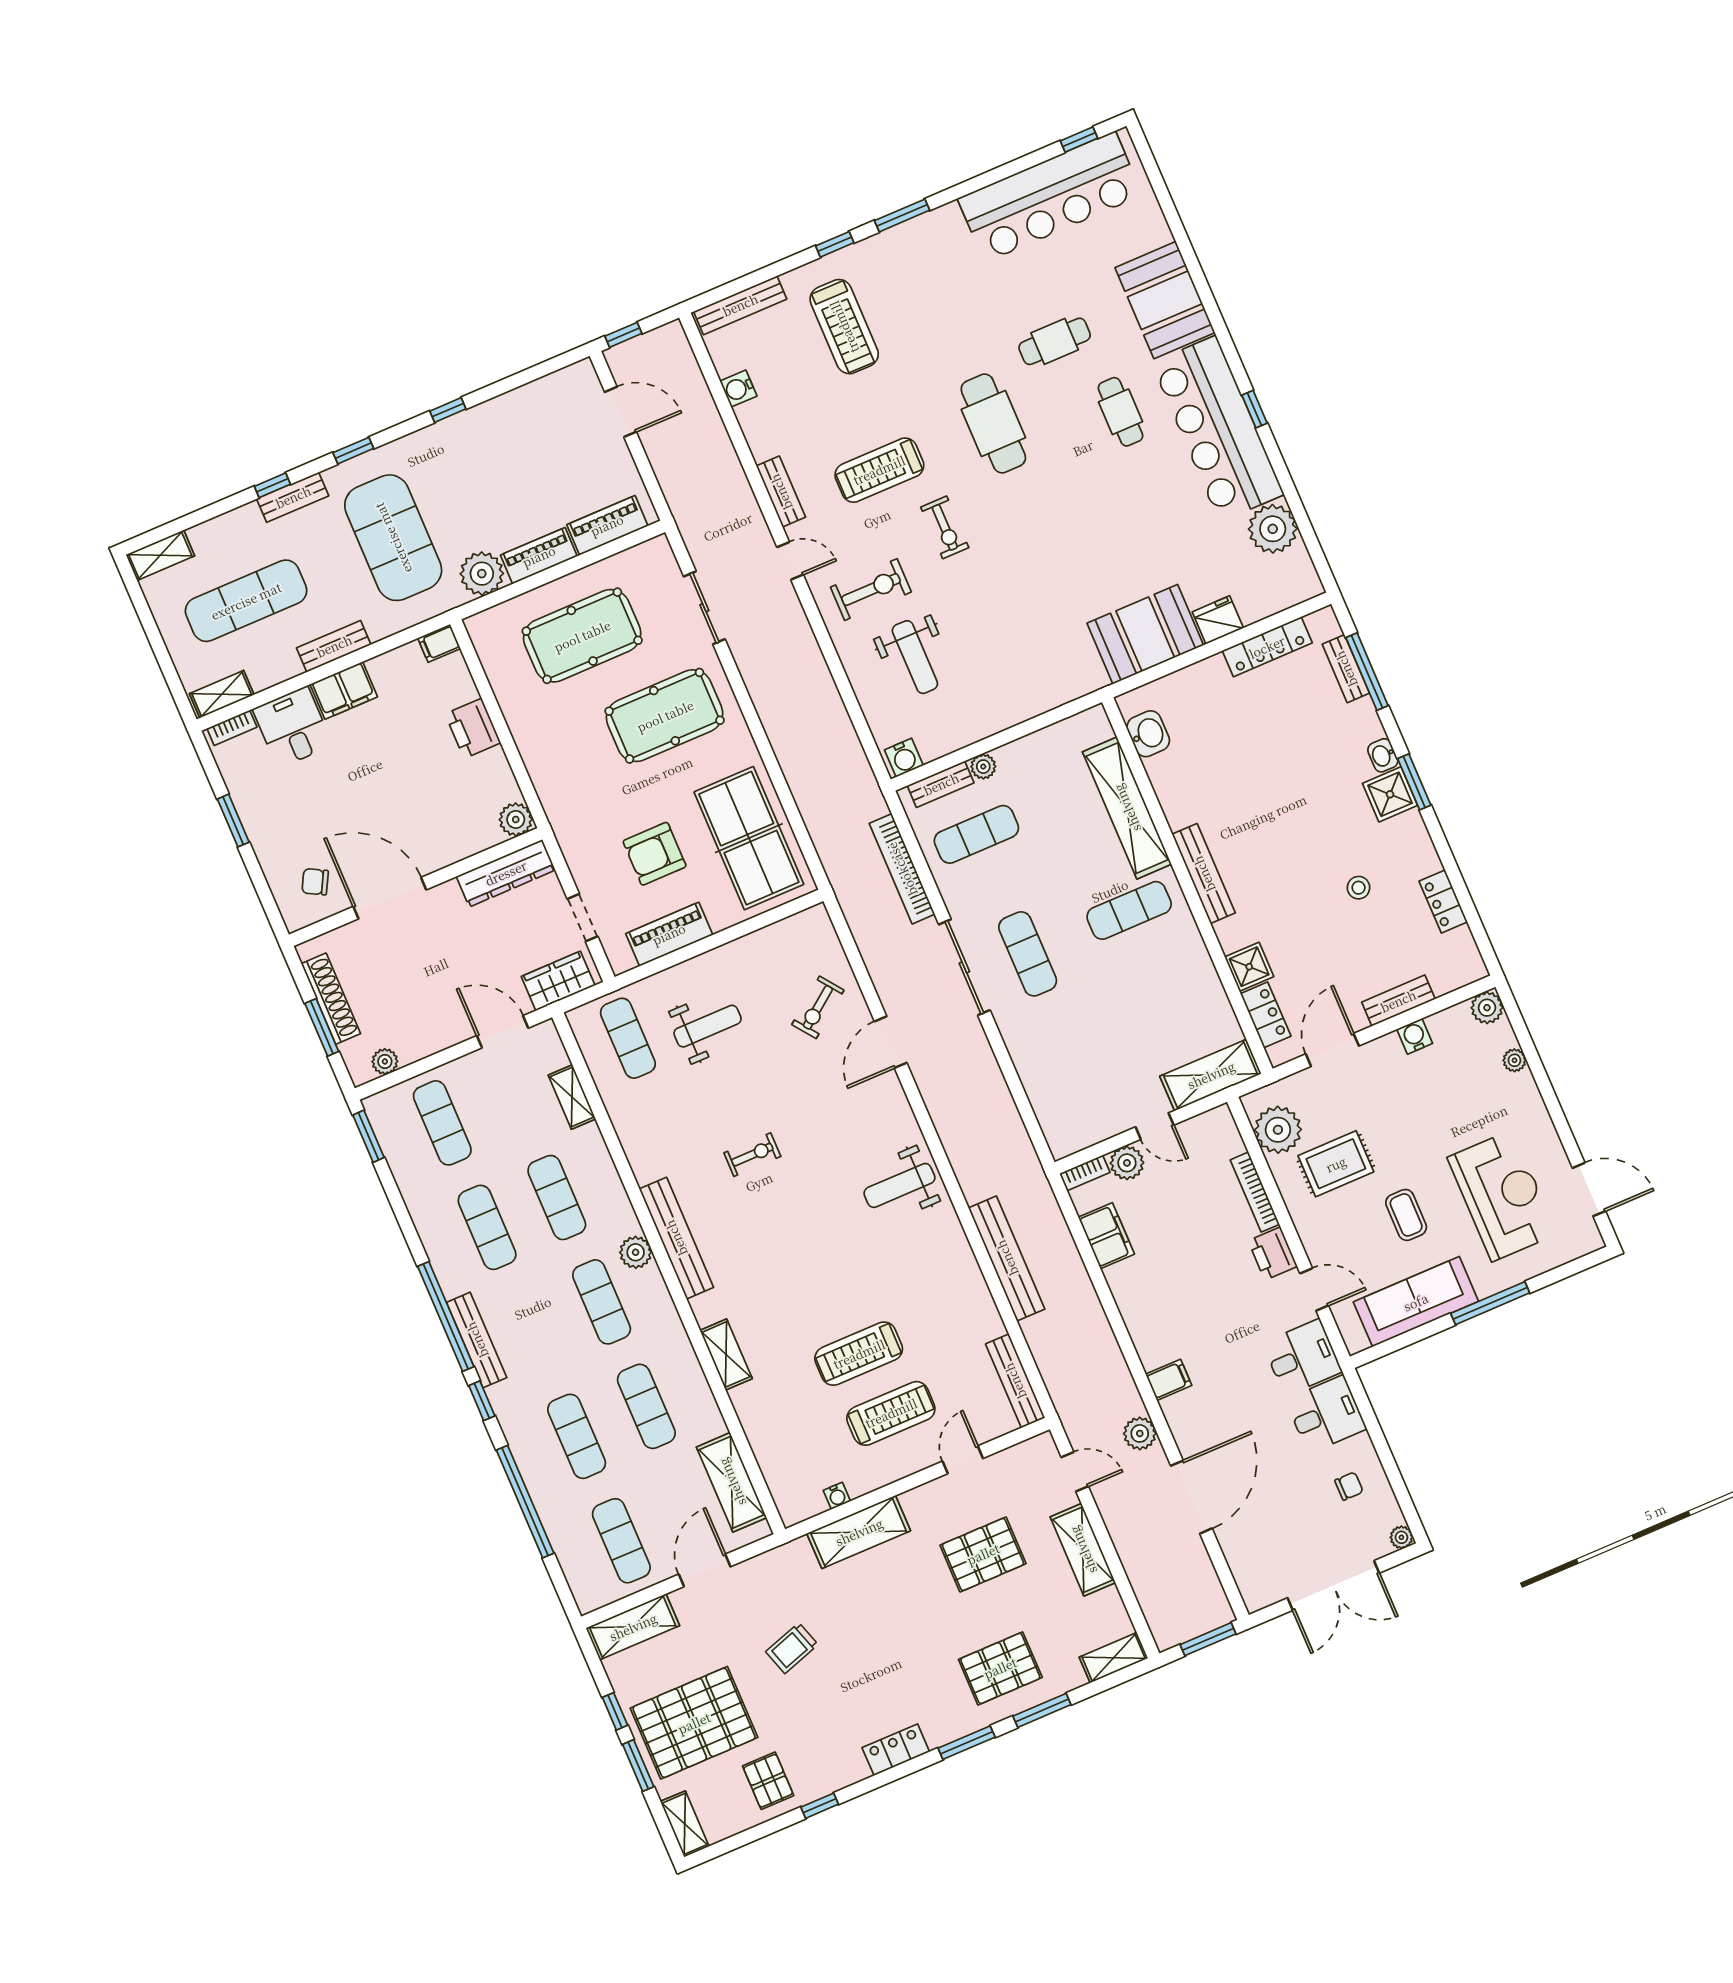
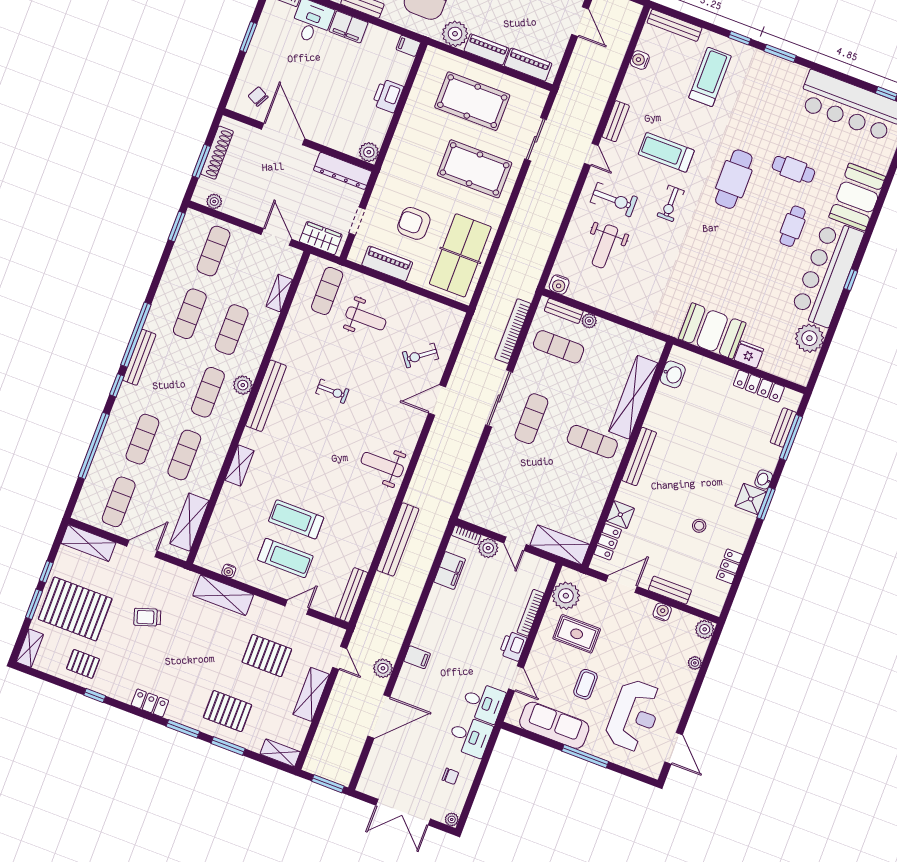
treadmill: (844, 327) -> (710, 77), turned 180
pallet: (768, 1781) -> (83, 664), turned 90

